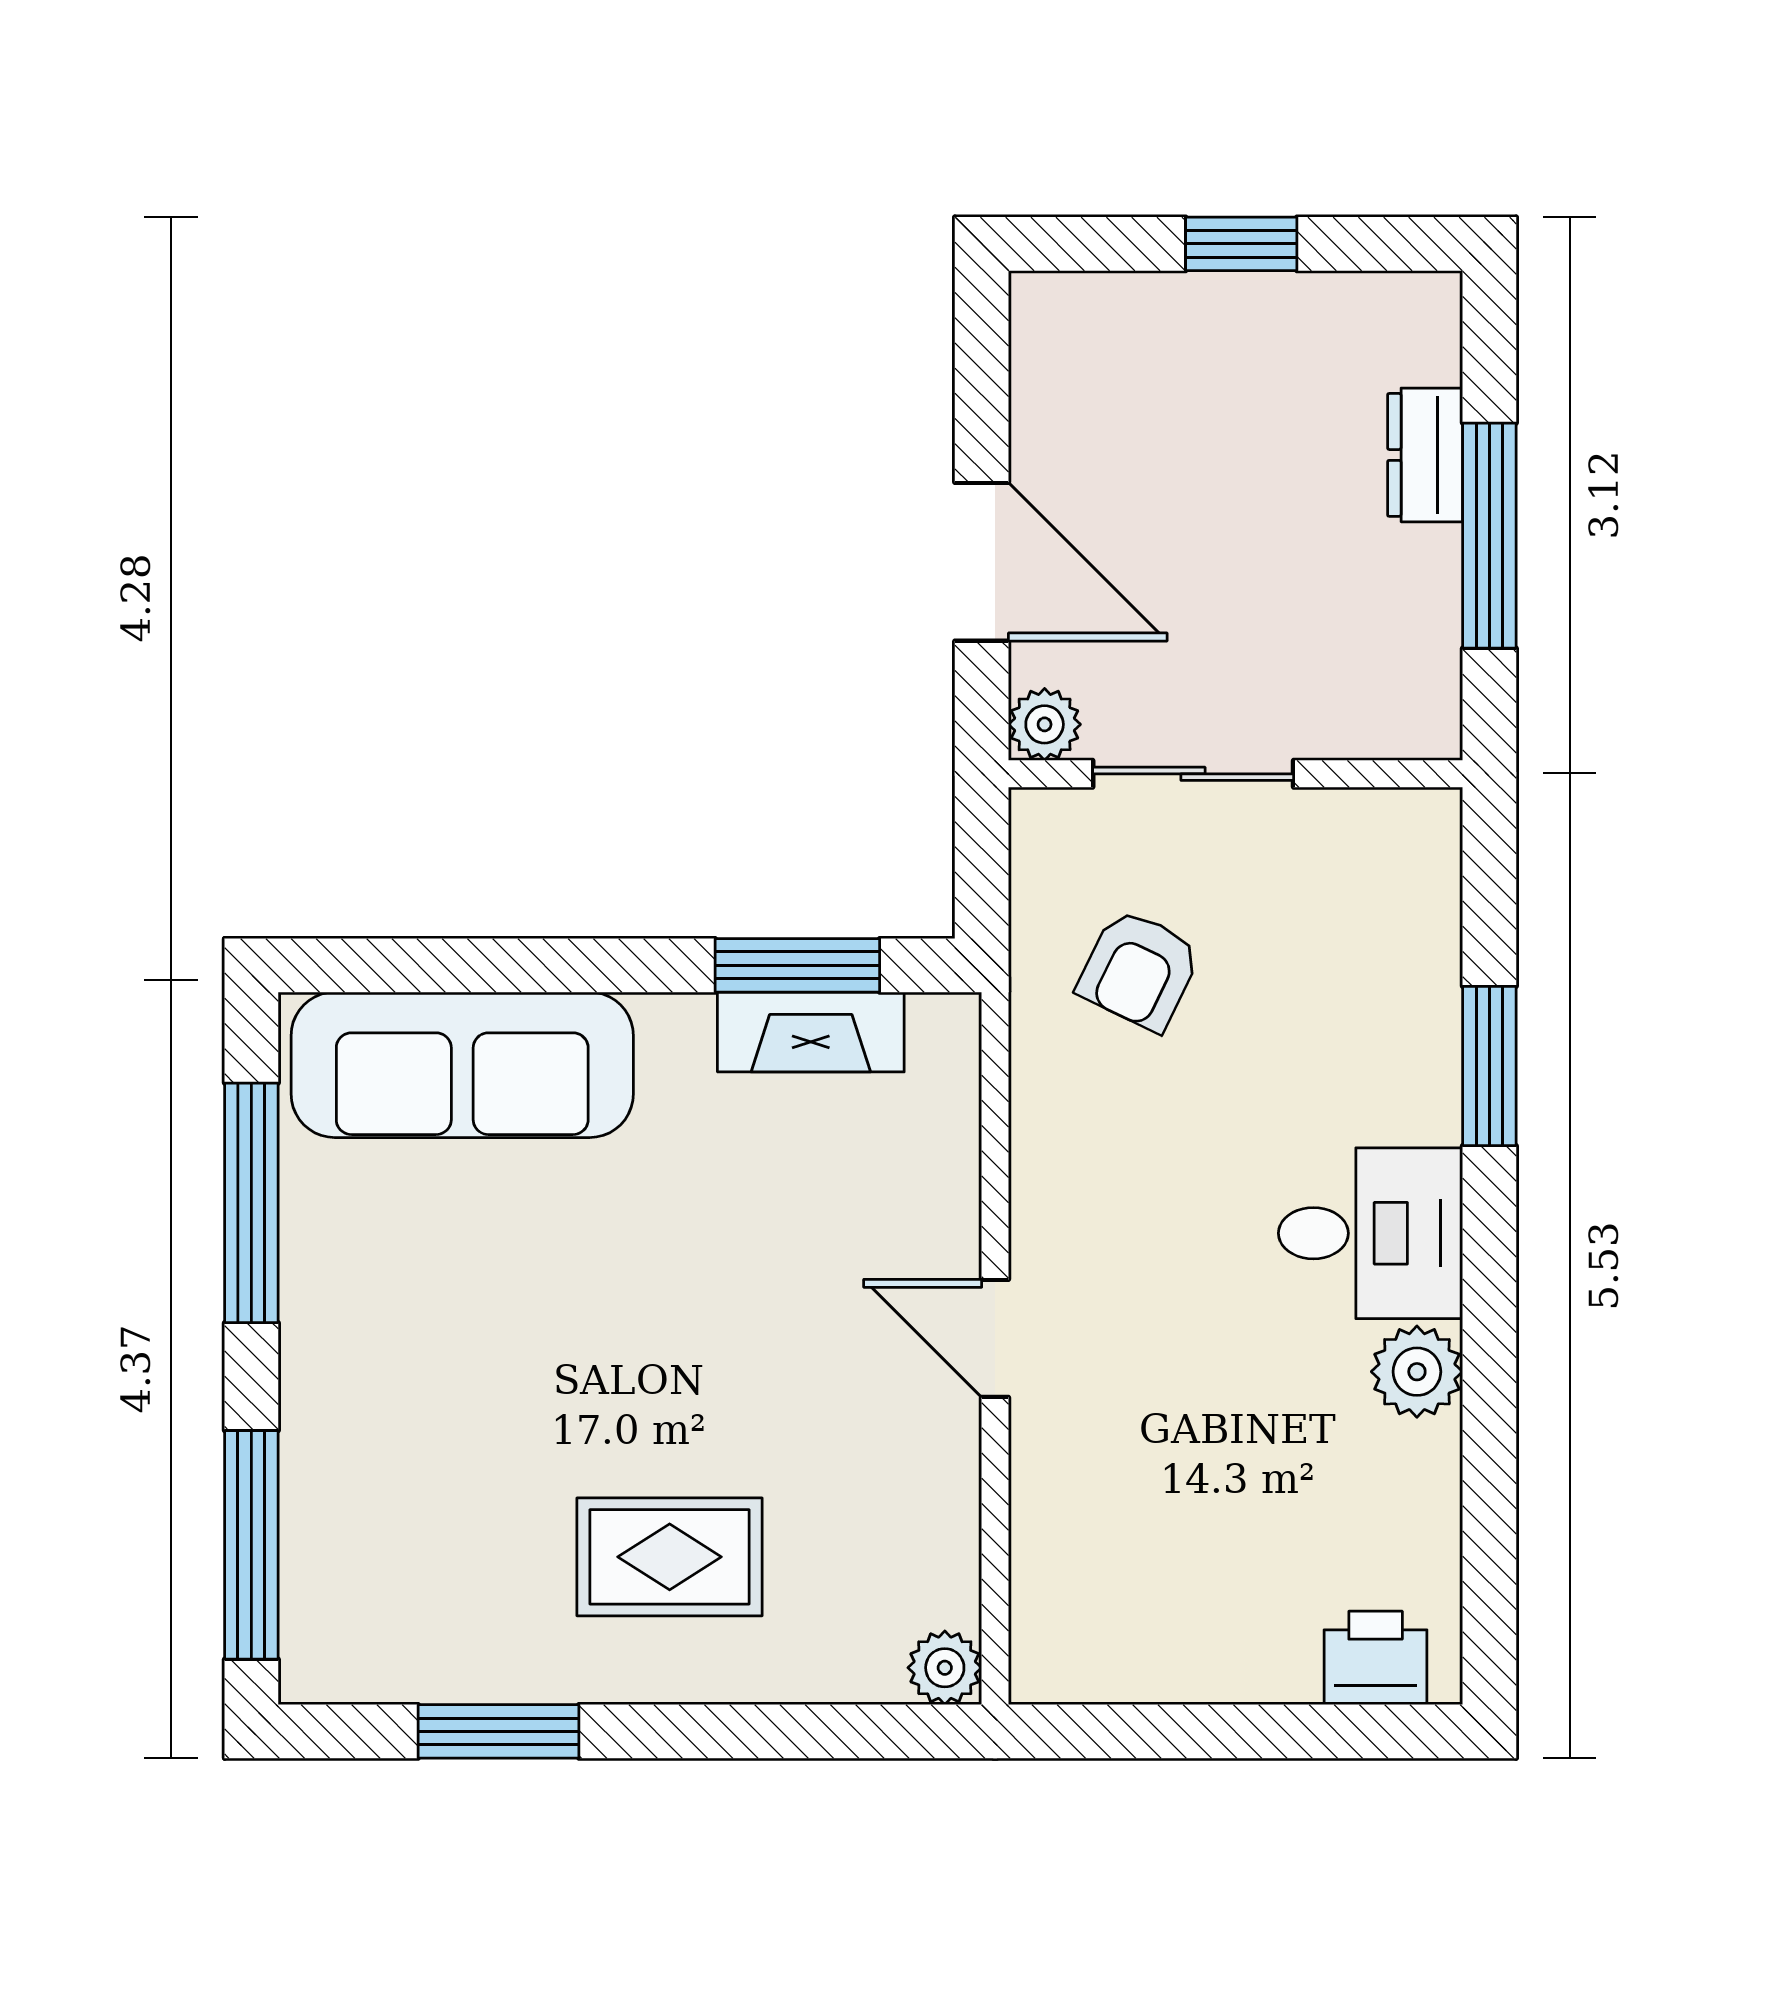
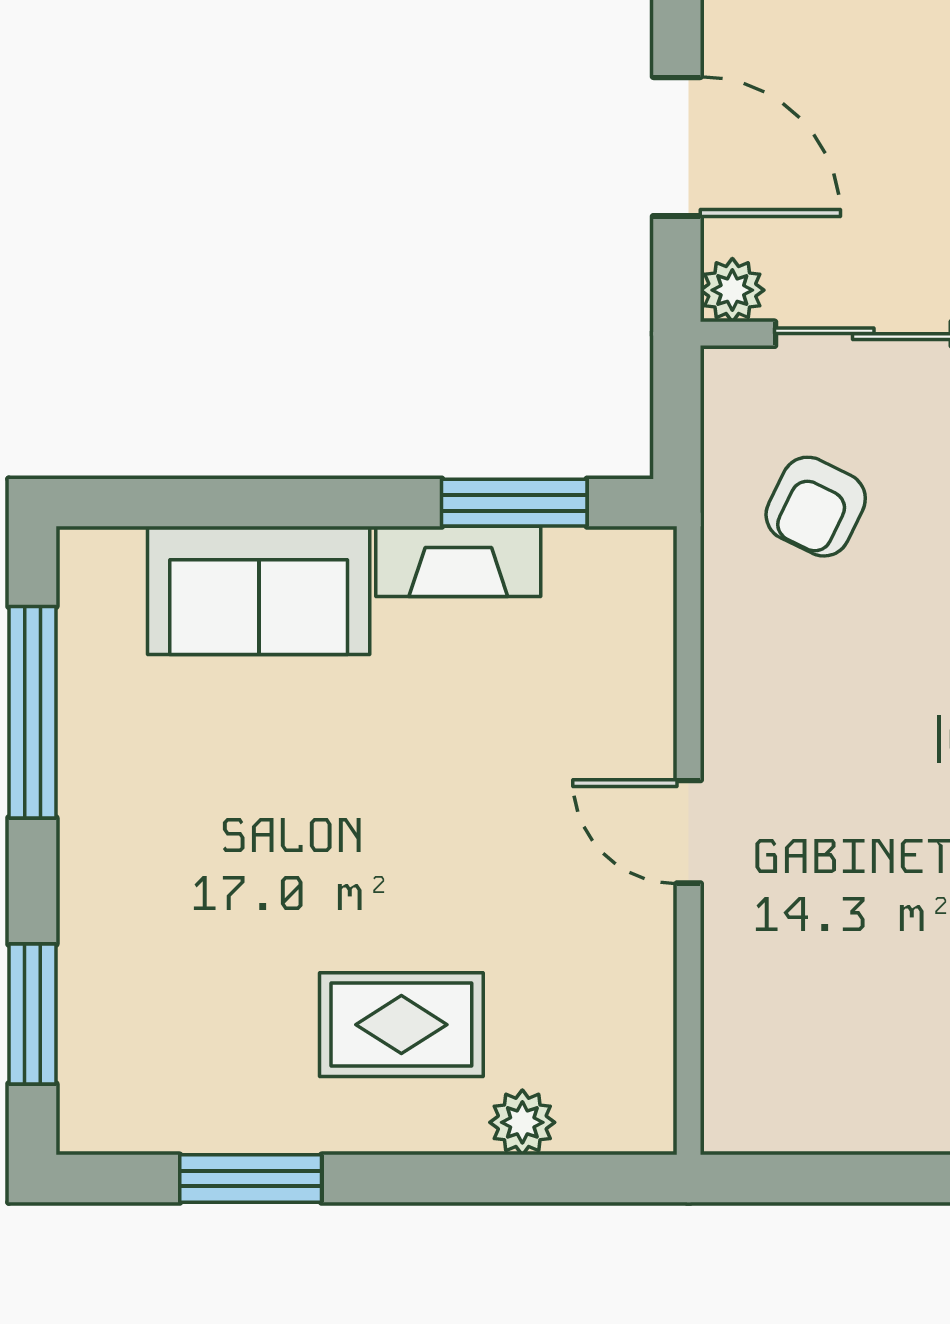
fireplace: (811, 1032) -> (458, 561), moved
sofa: (462, 1065) -> (259, 590), width x0.73
window: (251, 1545) -> (32, 1014), width x0.69
plant: (945, 1668) -> (522, 1122), moved

